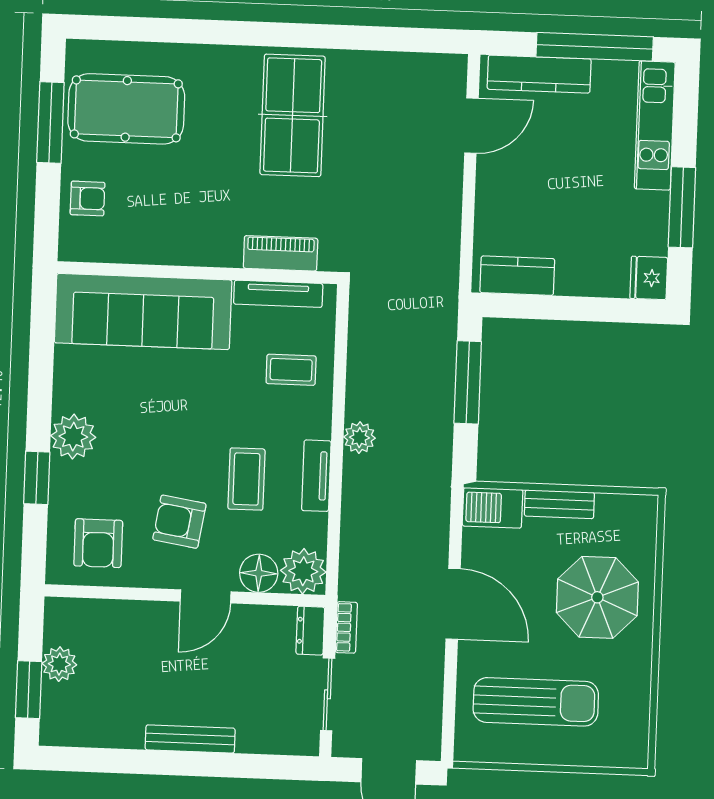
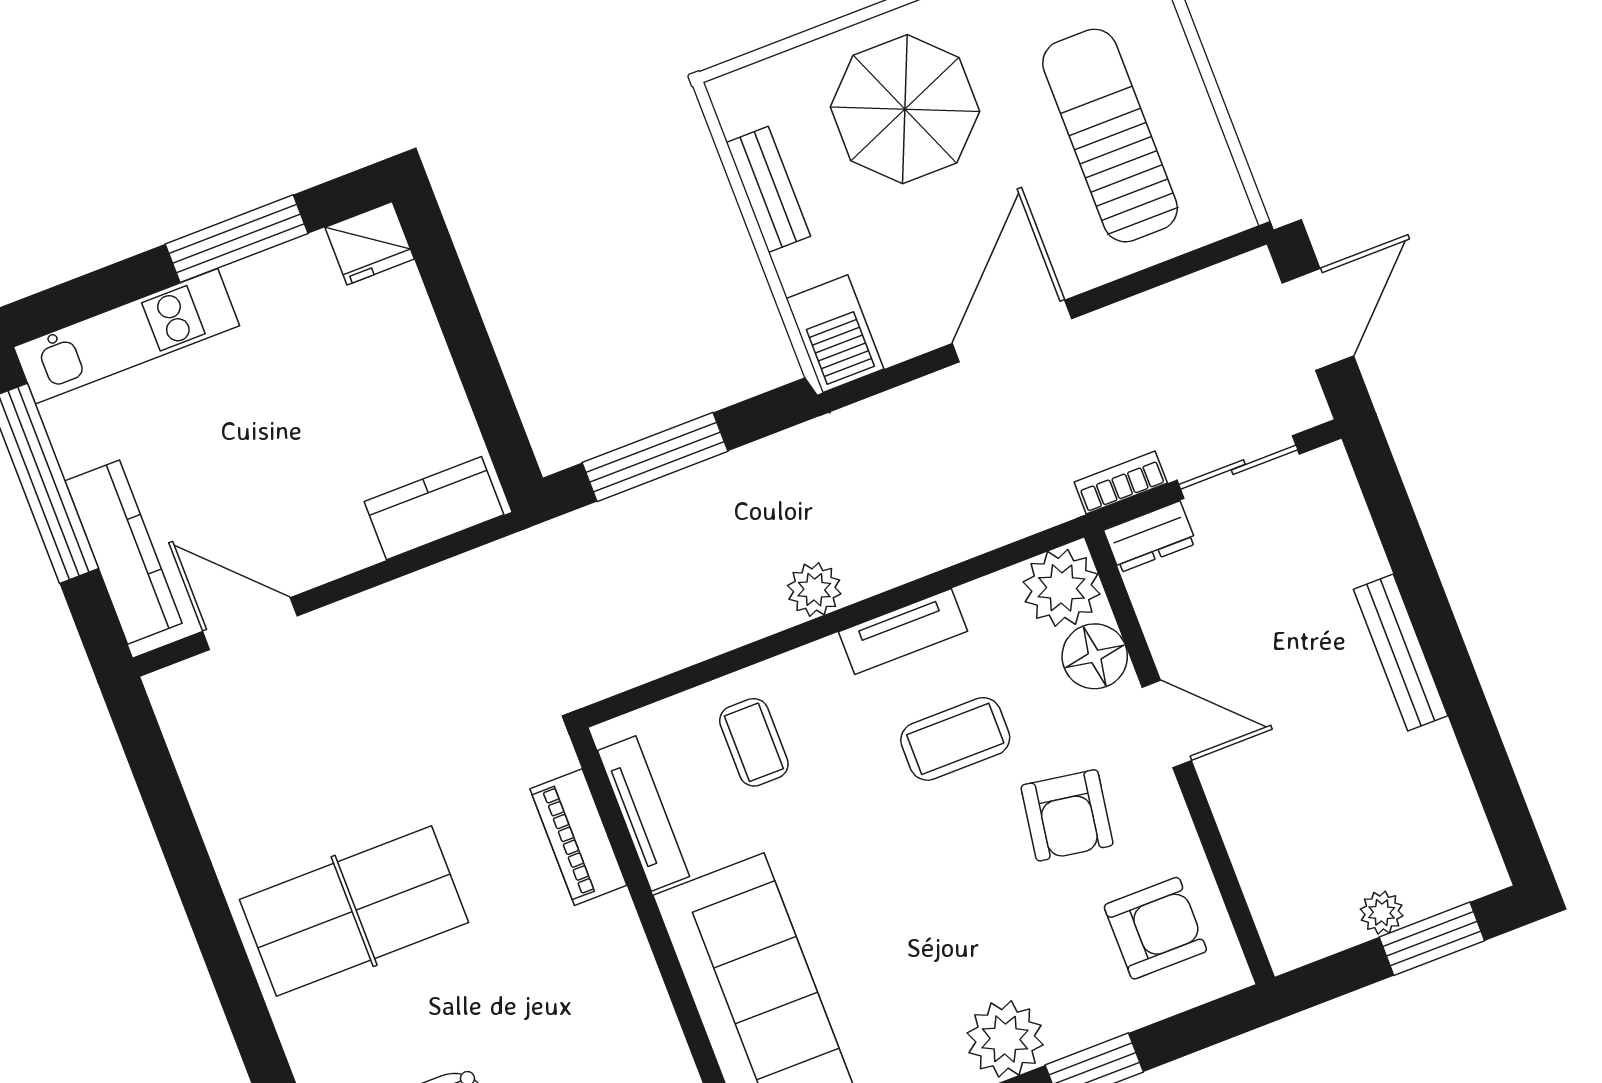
kitchen counter: (517, 276) -> (434, 508), moved, turned 90
bench: (559, 504) -> (768, 189), moved
plant: (59, 664) -> (1382, 913), width x0.73, depth x0.73

